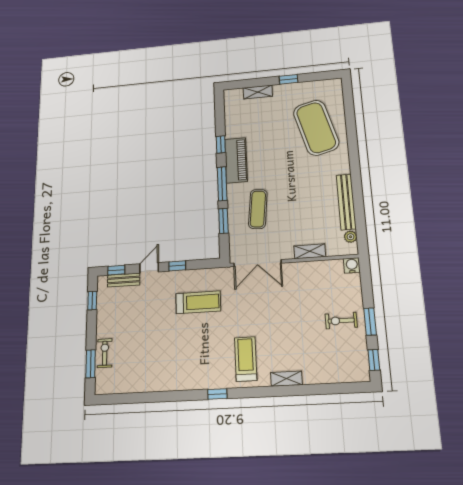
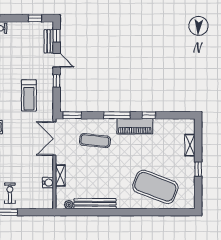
exercise mat: (316, 128) -> (155, 187), turned 36
window: (223, 221) -> (72, 115), moved
water cooler: (352, 265) -> (48, 183), moved

